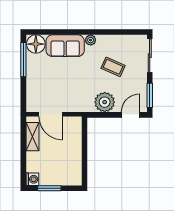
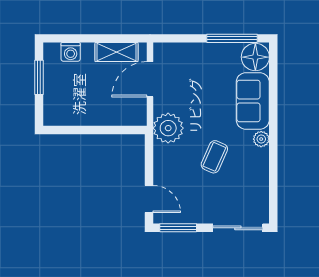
coffee table: (113, 67) -> (214, 157), moved
plant: (105, 102) -> (168, 128), moved
washing machine: (32, 179) -> (71, 52), moved

